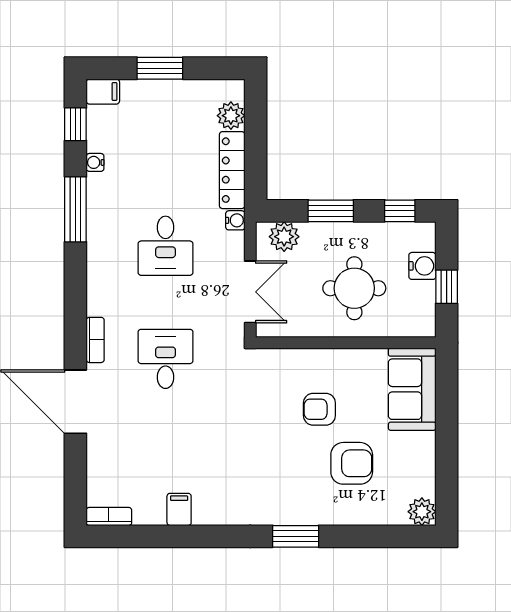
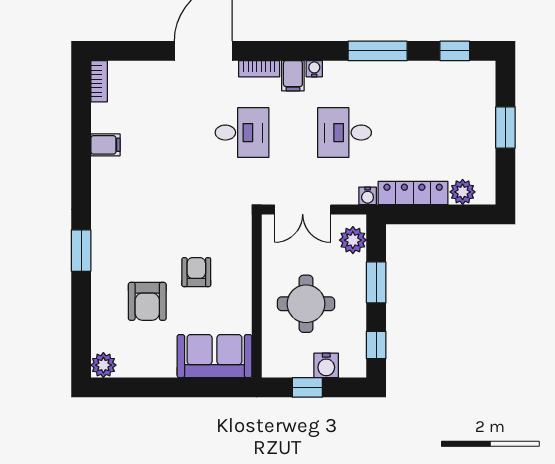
filing cabinet: (103, 92) -> (293, 76), moved
water cooler: (95, 162) -> (314, 69), moved

